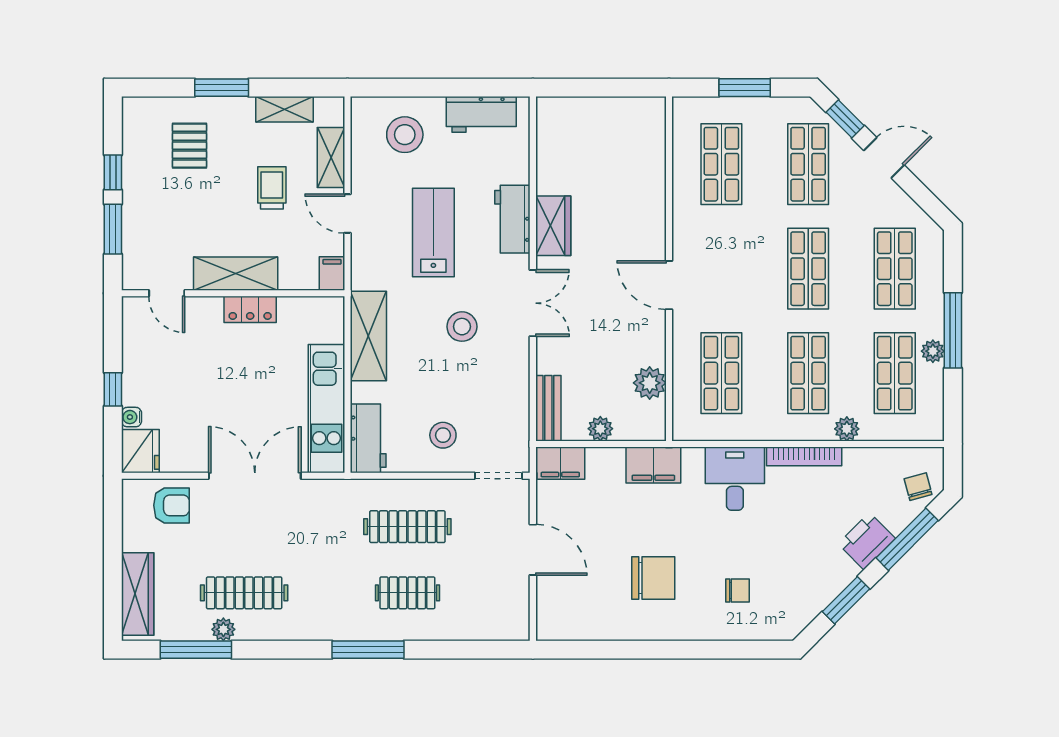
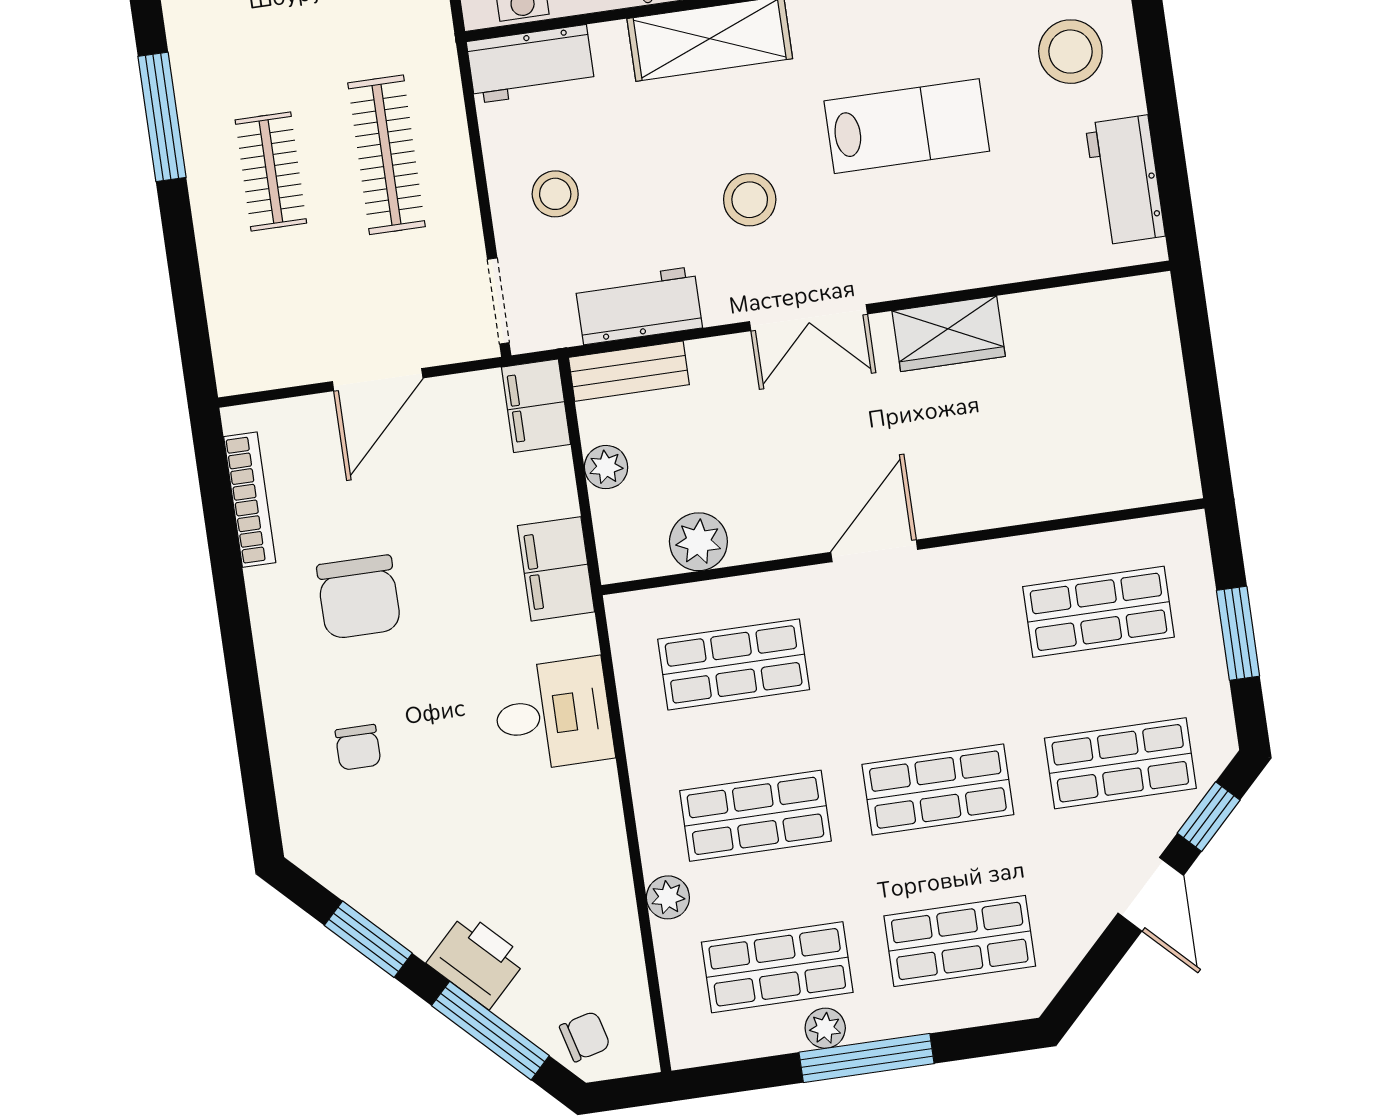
workbench: (512, 219) -> (639, 306), moved
bookcase: (804, 456) -> (250, 500), moved, turned 180

